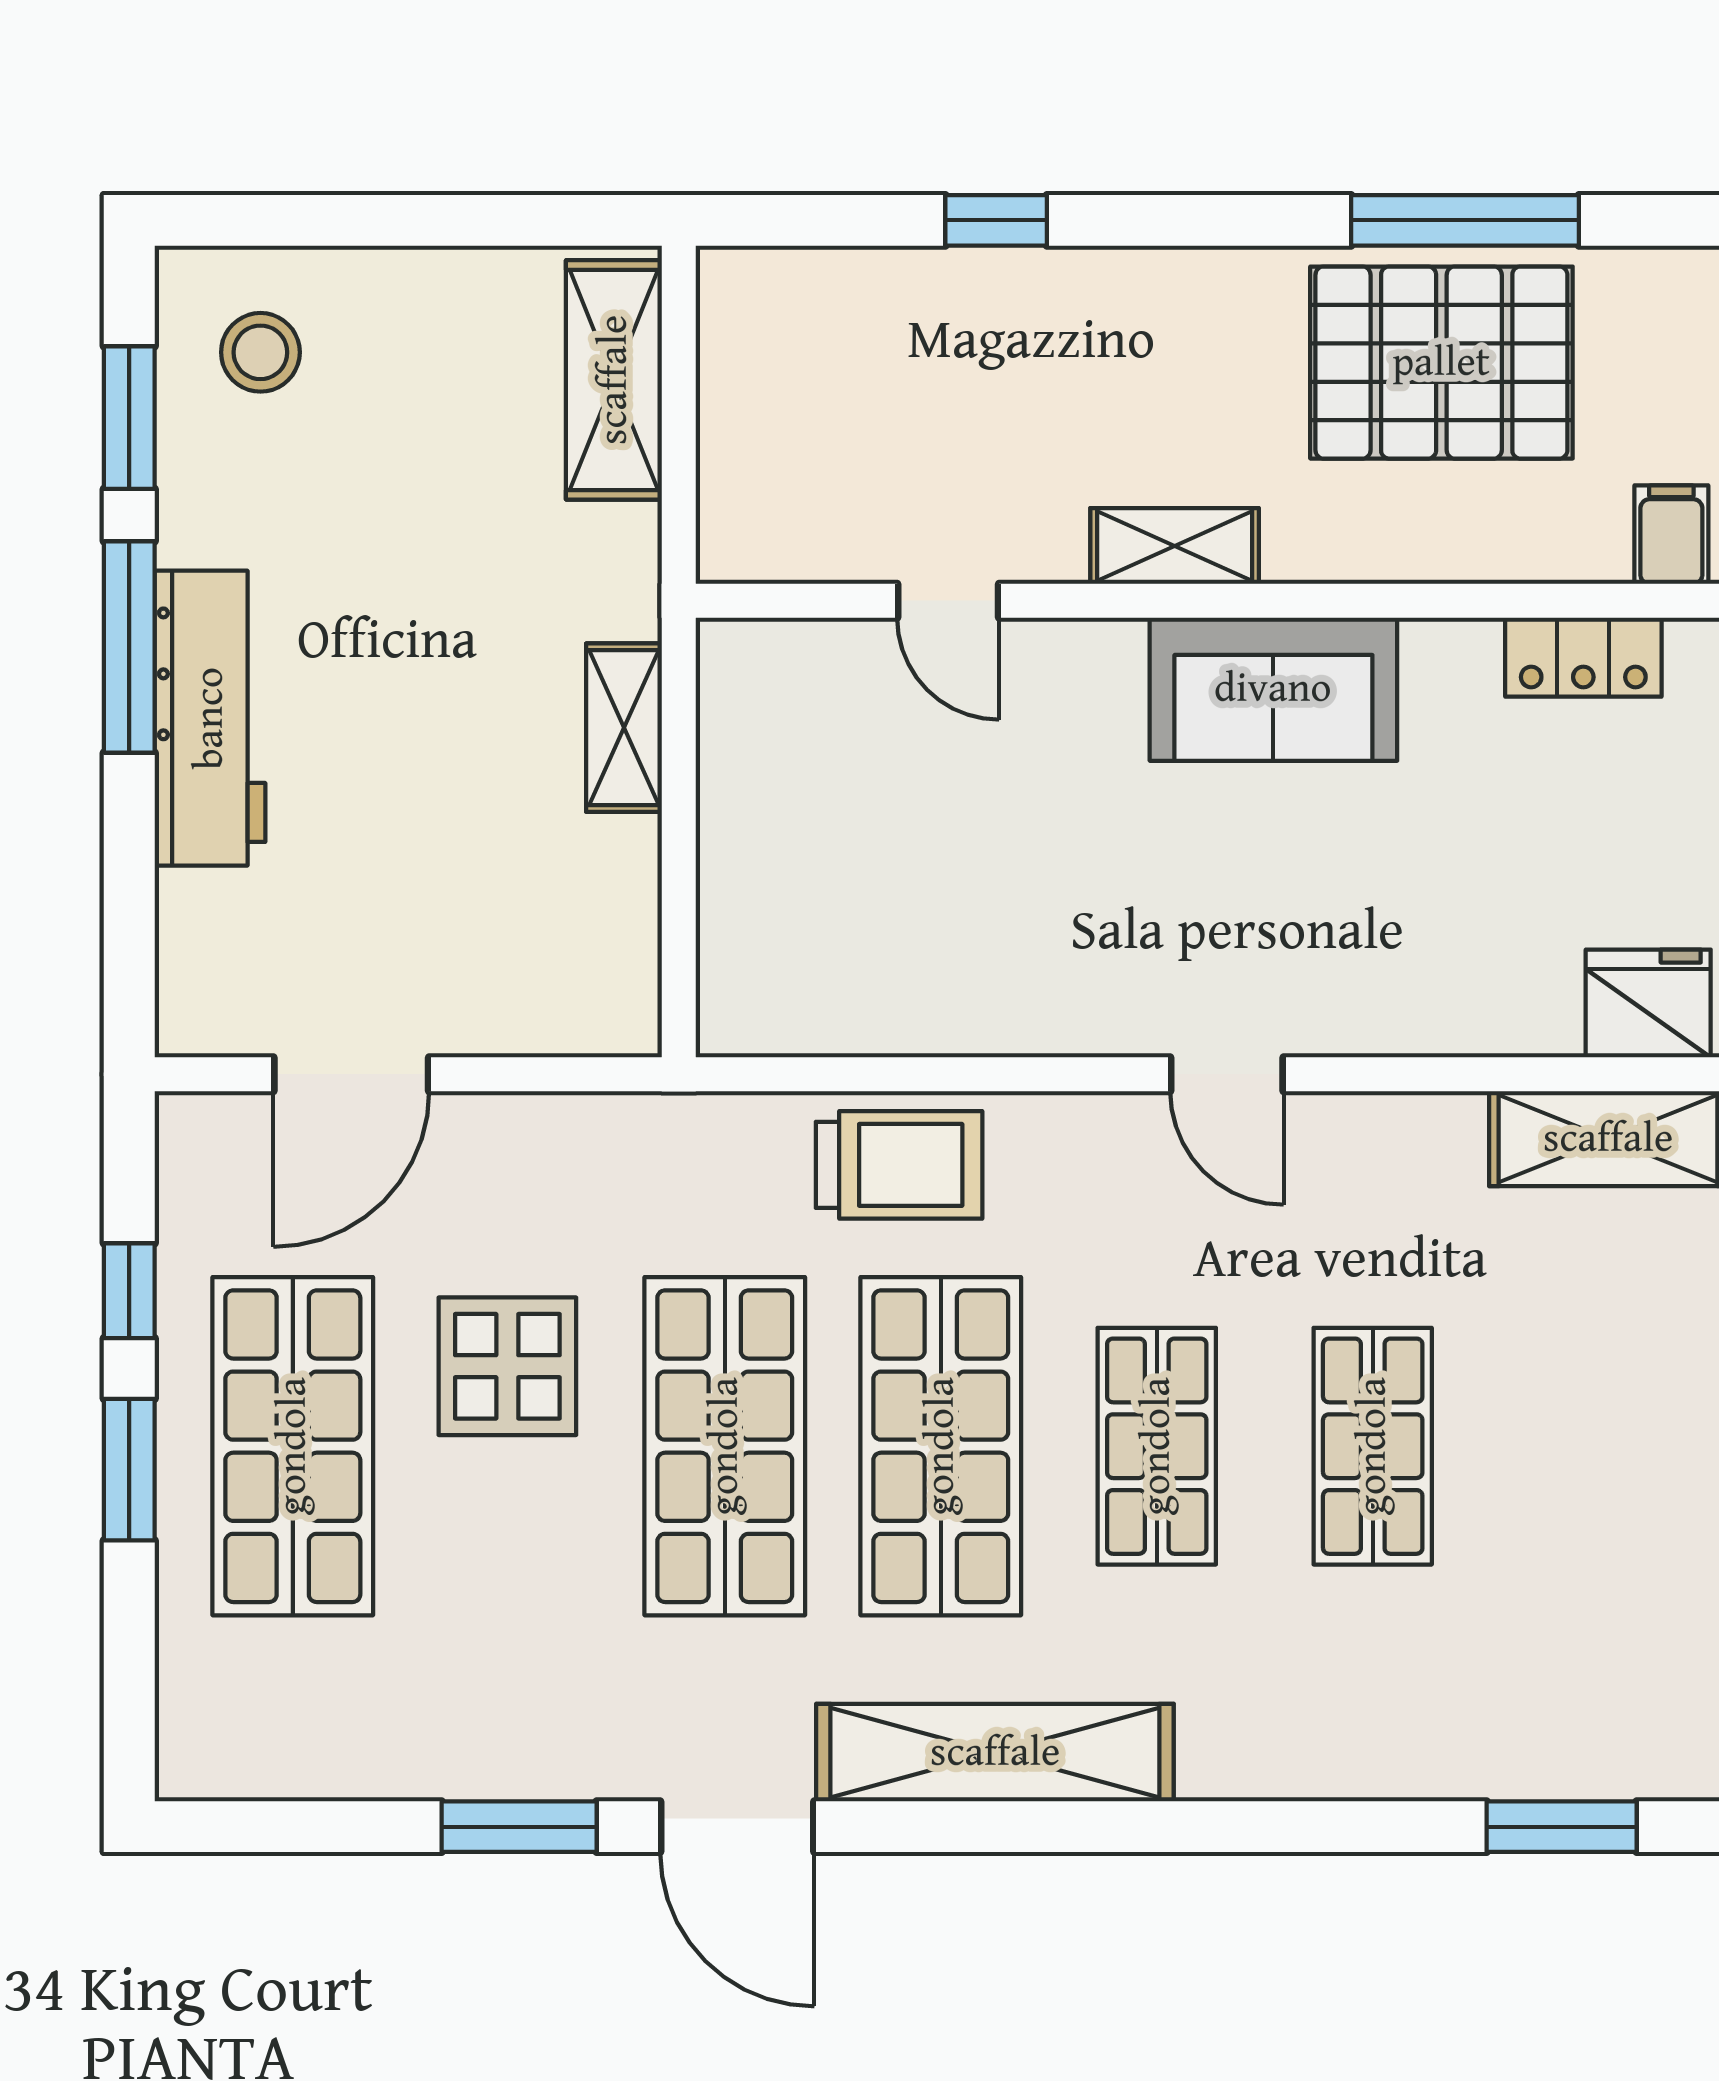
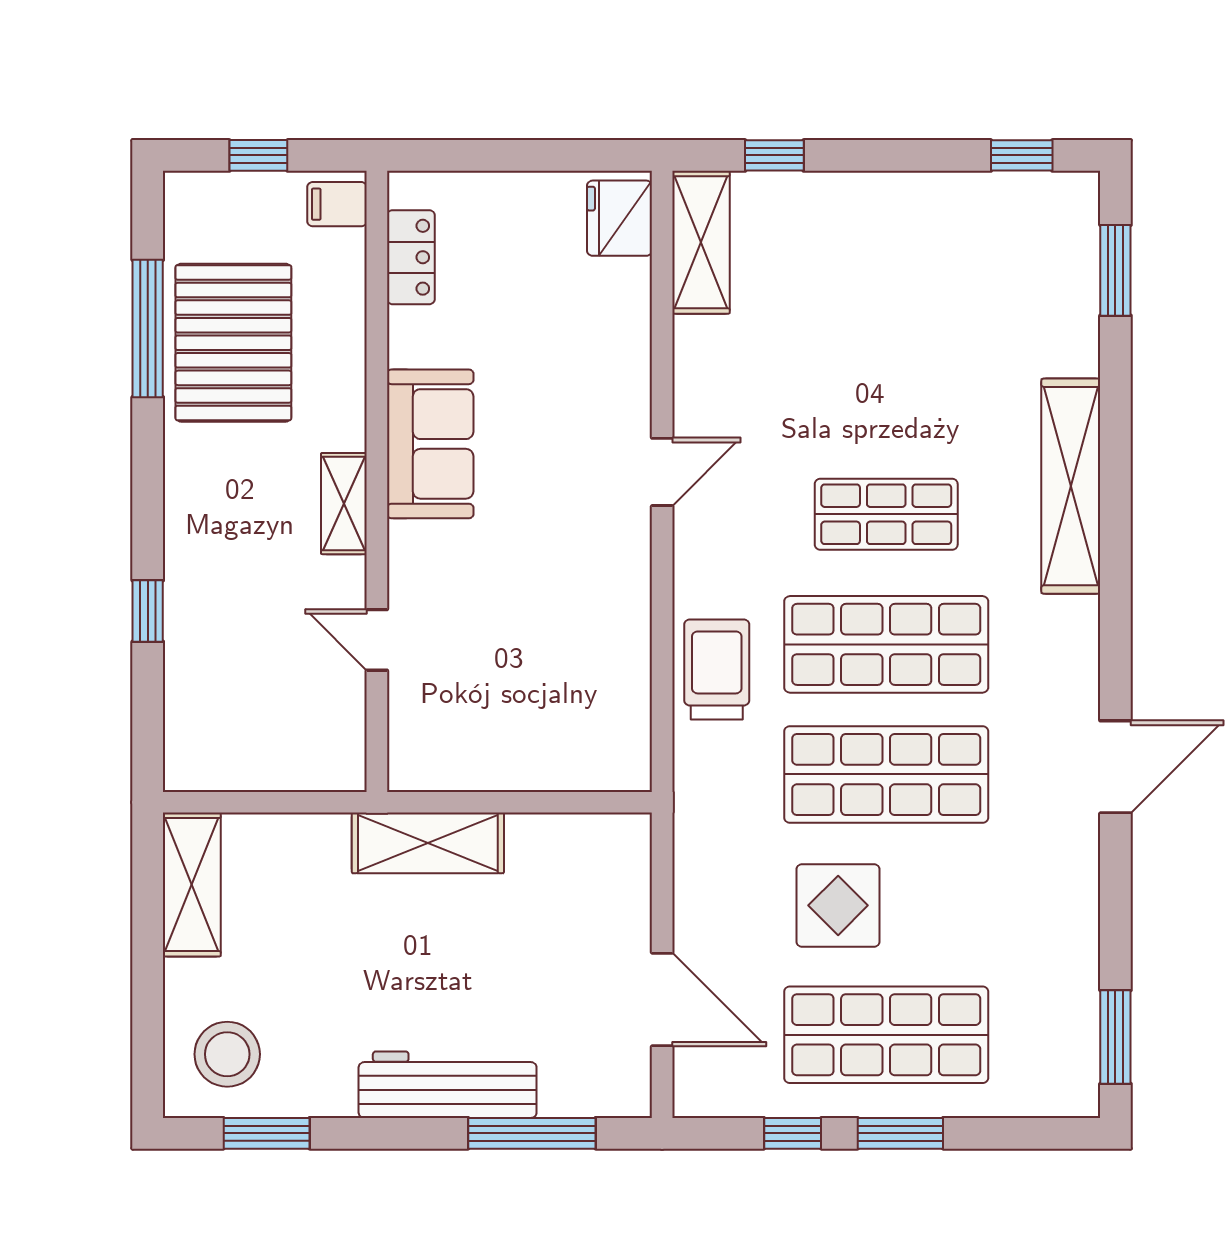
stool: (260, 352) -> (227, 1054), width x1.38, depth x1.38
shelving: (614, 380) -> (192, 885), moved, turned 90
door: (948, 601) -> (377, 640), swing flipped
window: (129, 647) -> (532, 1133), moved
shelving: (624, 728) -> (428, 843), width x1.50, depth x1.33
shop shelf: (1373, 1446) -> (886, 384), removed
shelving: (995, 1753) -> (1071, 486), moved
window: (519, 1827) -> (1115, 1037), moved

